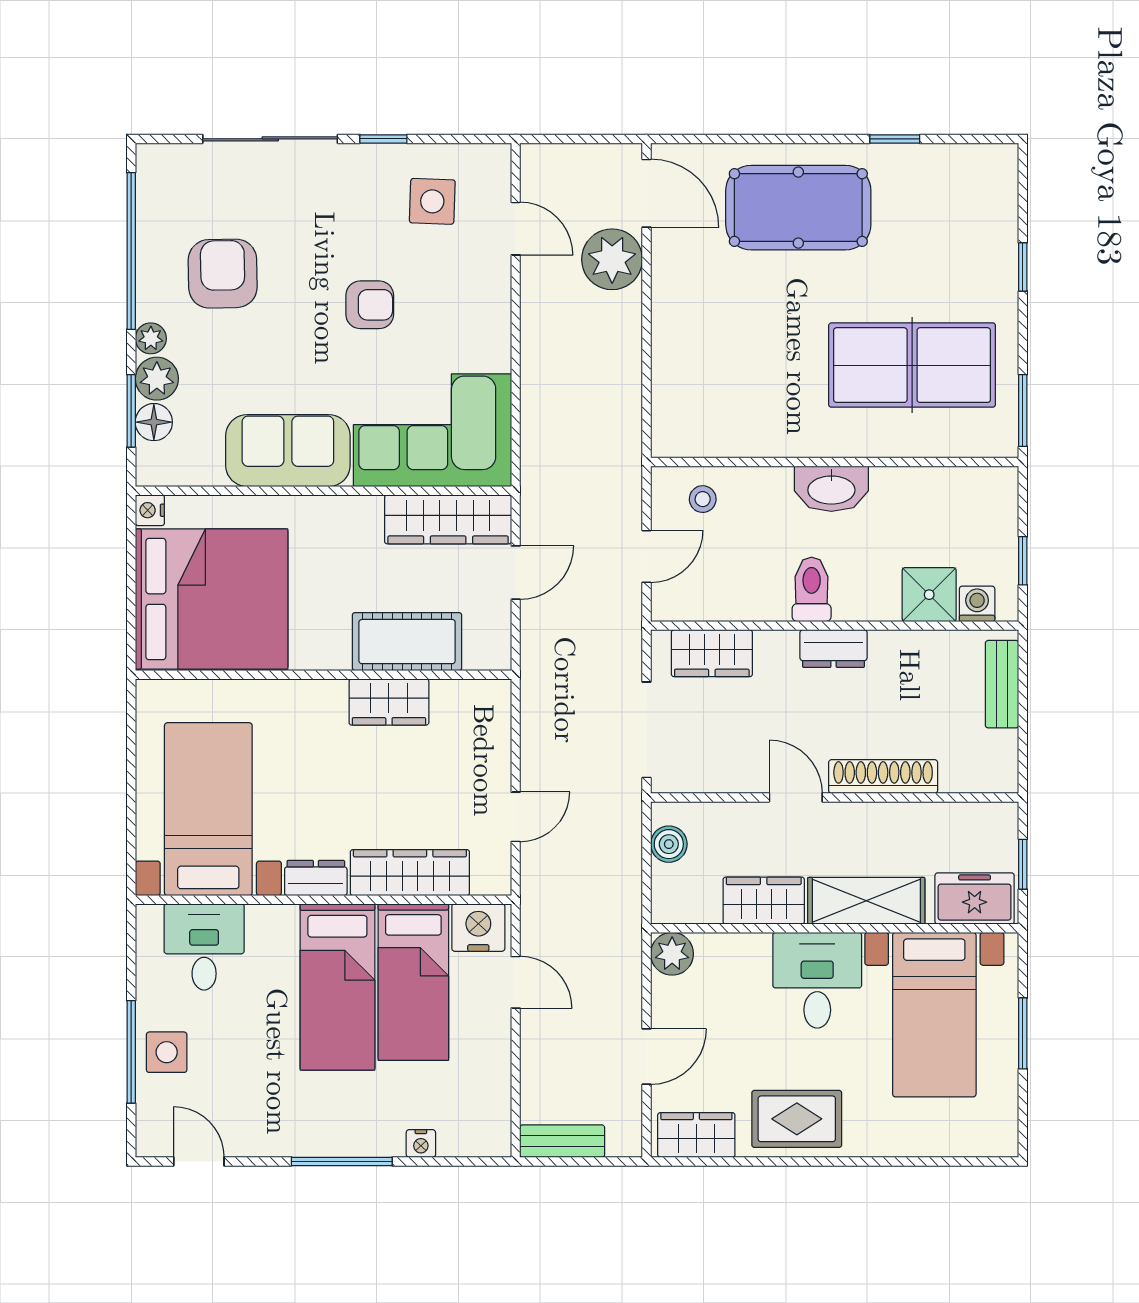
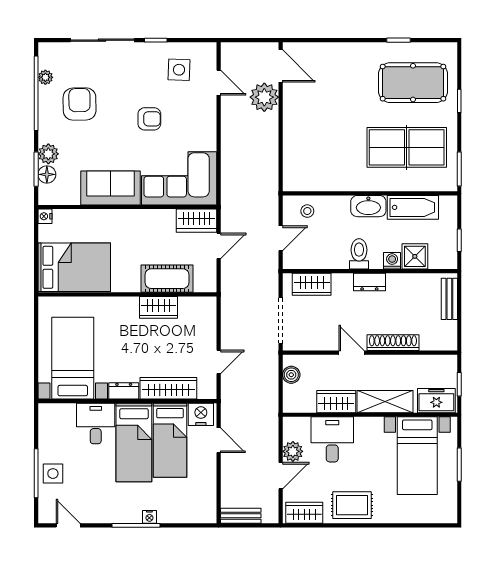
pool table: (798, 208) -> (413, 83), moved
plant: (151, 338) -> (45, 77), moved
bathtub: (925, 491) -> (413, 207), added
wardrobe: (448, 519) -> (197, 221), width x0.67
bed: (212, 599) -> (74, 267), width x0.73
washing machine: (977, 604) -> (392, 261), moved
desk: (204, 947) -> (96, 424), moved
plant: (672, 954) -> (293, 451), moved
desk: (817, 980) -> (332, 439), moved
nightstand: (421, 1144) -> (149, 517), moved

